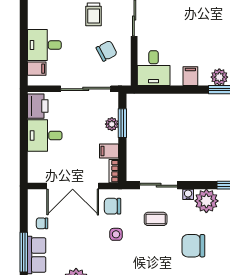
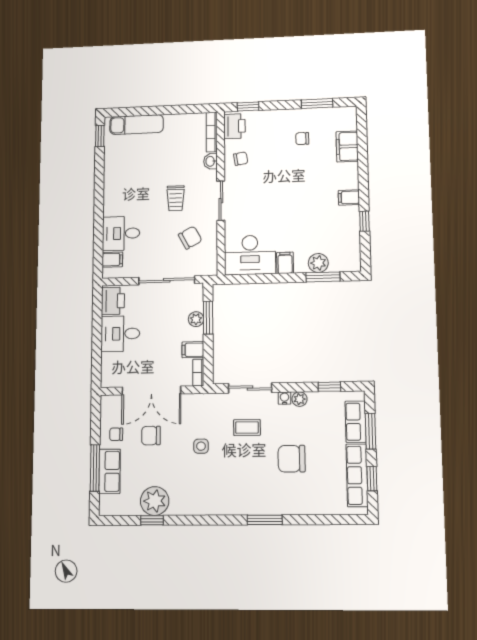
desk: (154, 68) -> (250, 255), width x1.37
plant: (206, 201) -> (300, 399), width x0.53, depth x0.53
chair: (113, 206) -> (151, 436), moved

